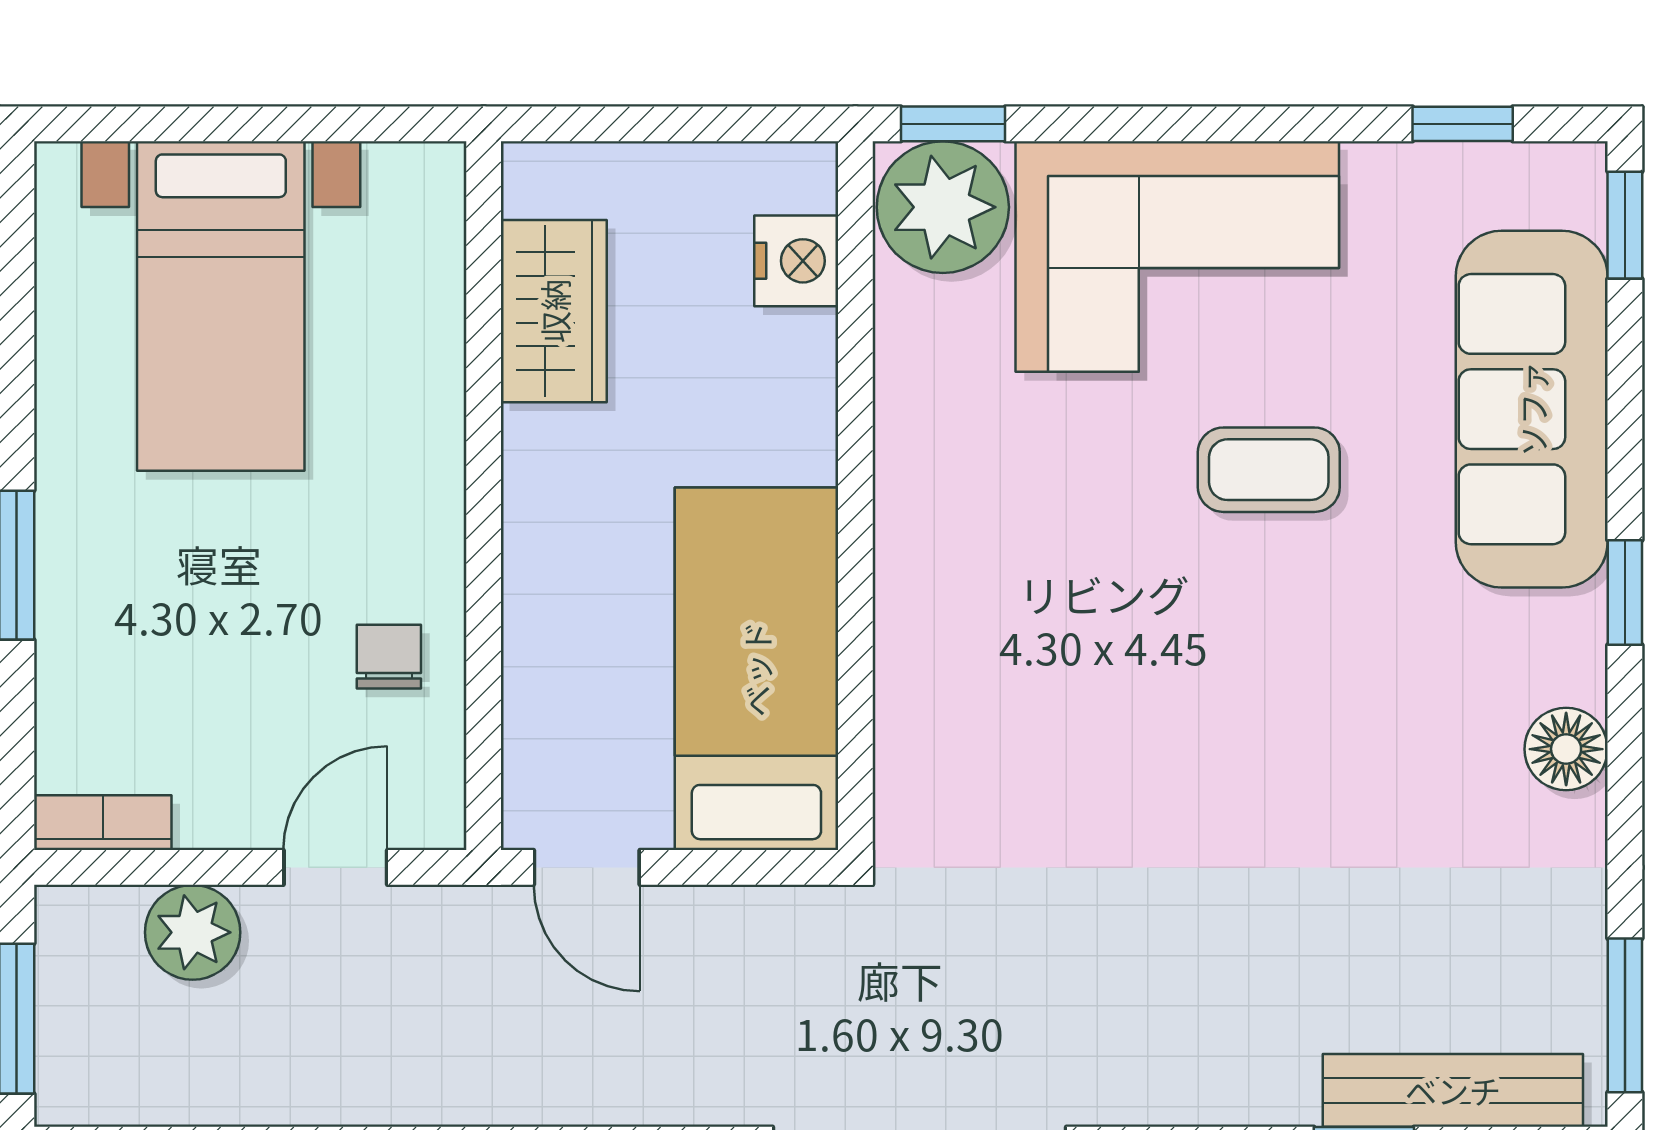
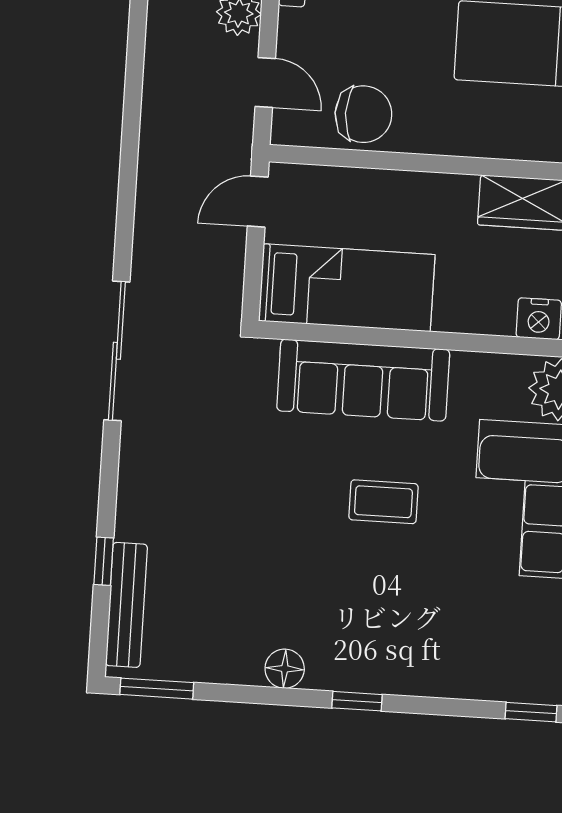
sofa: (1532, 409) -> (363, 380), moved, turned 180
coffee table: (1269, 470) -> (383, 502), moved, turned 90
chair: (389, 657) -> (363, 114), width x1.87, depth x1.87

